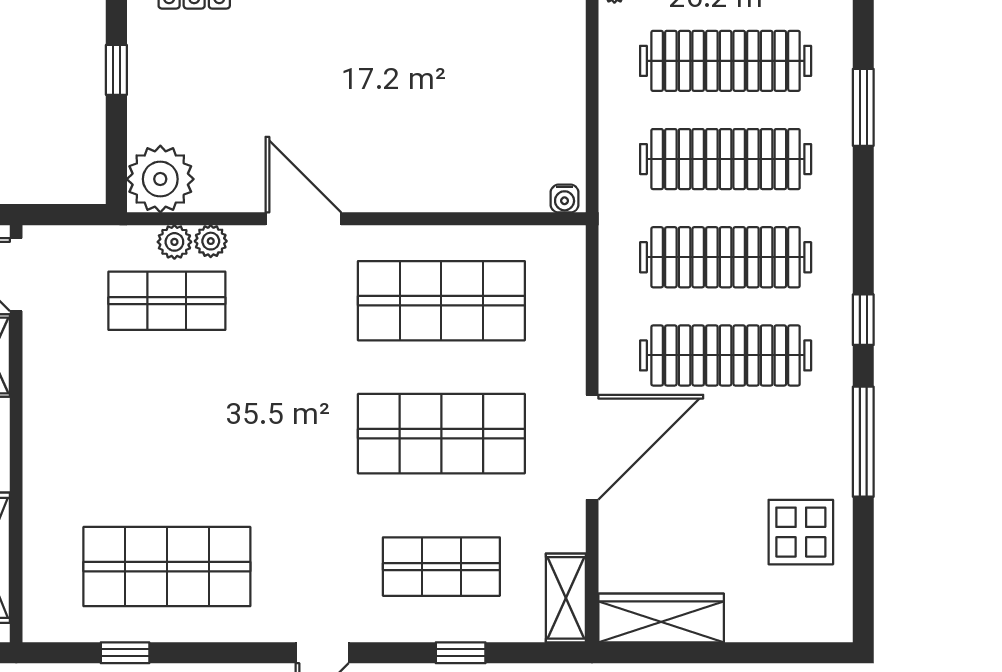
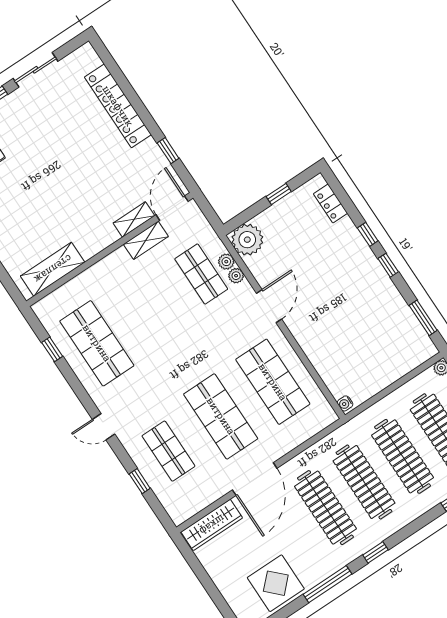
door: (592, 447) -> (255, 479), hinge flipped
display table: (801, 532) -> (276, 583), width x1.36, depth x1.36
shelving: (566, 598) -> (146, 240), moved
wardrobe: (661, 618) -> (212, 525), moved, turned 90

